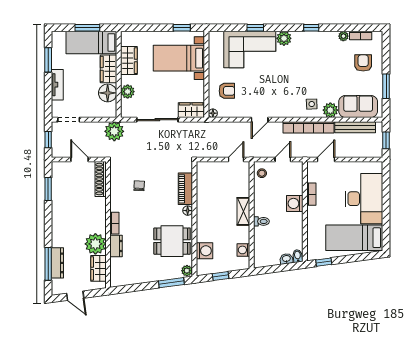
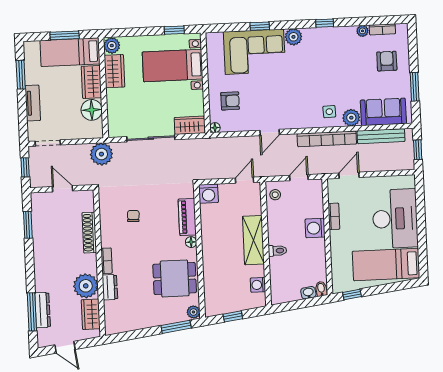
plant: (128, 92) -> (112, 46), moved
shoe rack: (101, 179) -> (89, 233), moved
shelving: (243, 211) -> (253, 240), width x1.50, depth x1.33
washing machine: (205, 251) -> (208, 194), moved, turned 90

